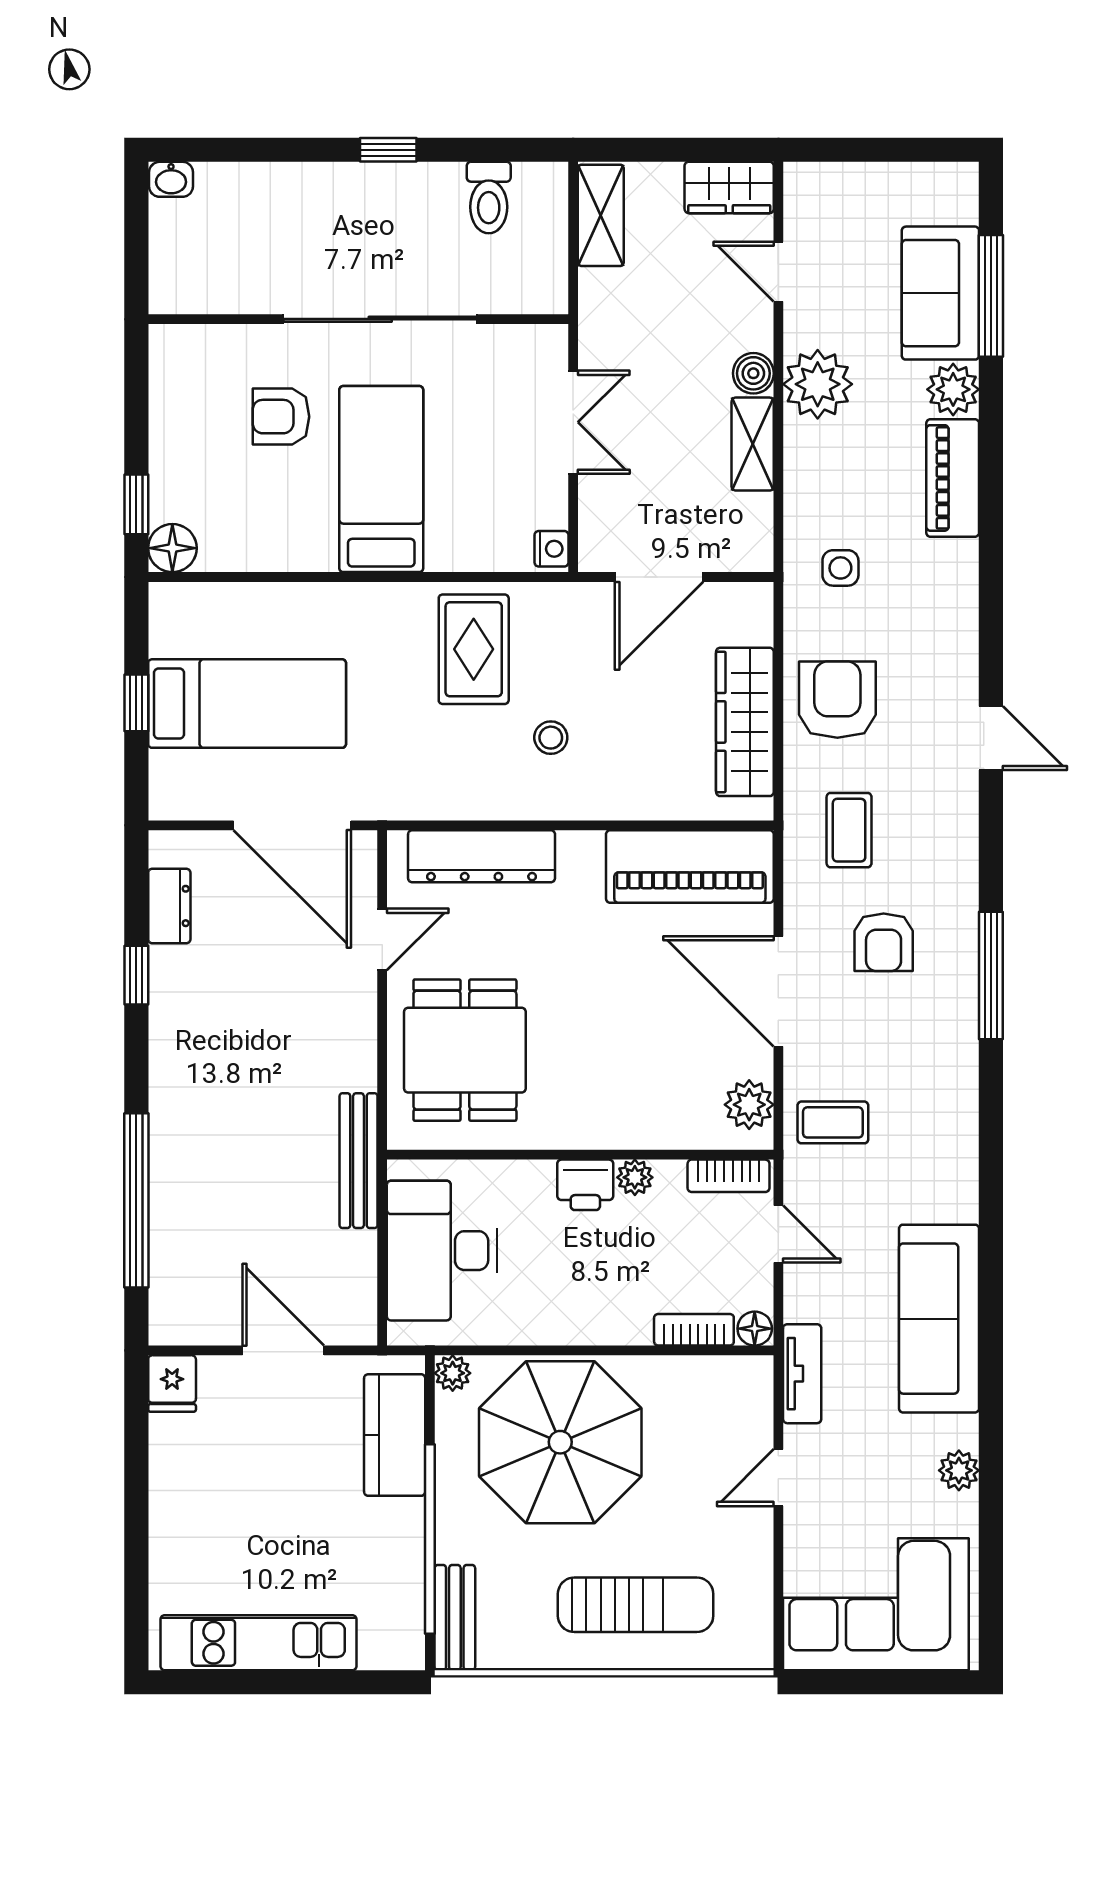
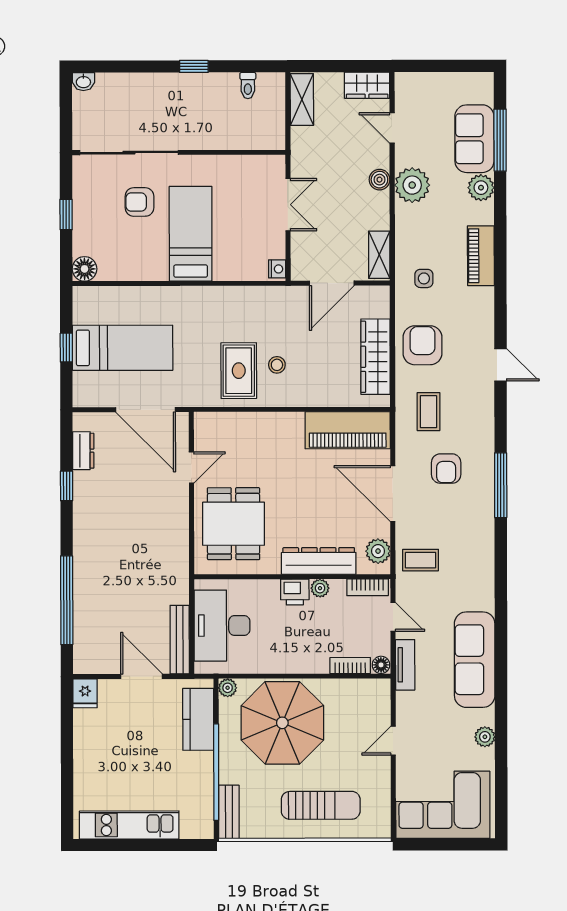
toilet: (489, 198) -> (248, 85), width x0.73, depth x0.72
sliding door: (380, 319) -> (129, 153), moved
shelving: (753, 444) -> (379, 255), moved
piano: (953, 478) -> (481, 256), moved
window: (136, 504) -> (66, 215), moved
rug: (474, 649) -> (239, 371), moved
dresser: (482, 856) -> (319, 561), moved, turned 180
bench: (359, 1161) -> (180, 640), moved
tv unit: (802, 1374) -> (405, 665), moved

